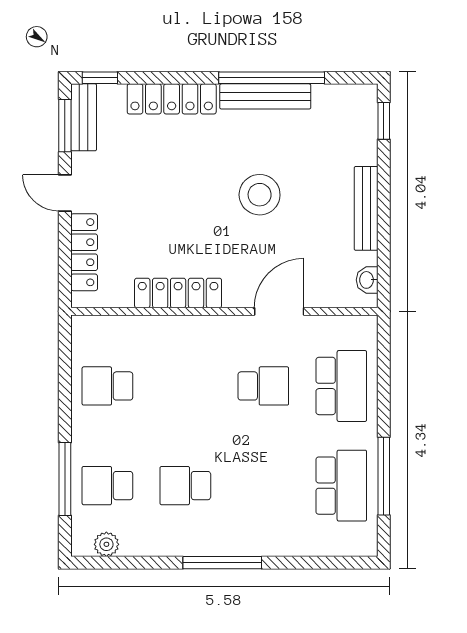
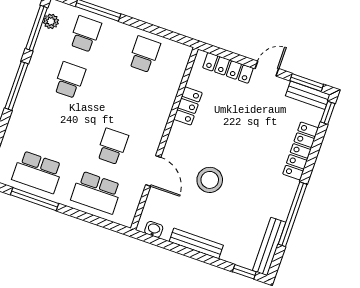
bench: (265, 96) -> (269, 246), moved
stool: (260, 195) -> (210, 180), moved
locker: (178, 293) -> (188, 106), width x0.66
school desk: (263, 386) -> (112, 146), turned 180
window: (124, 563) -> (37, 28), added

